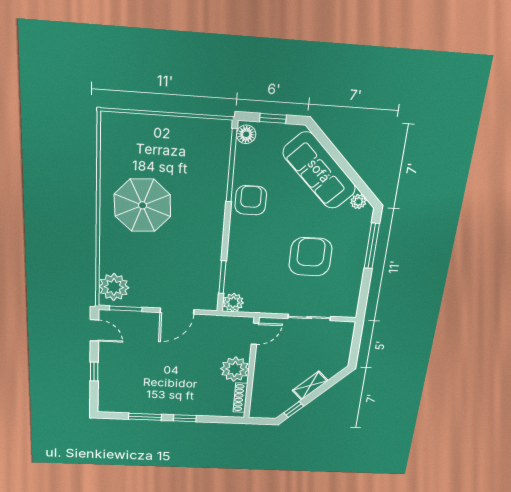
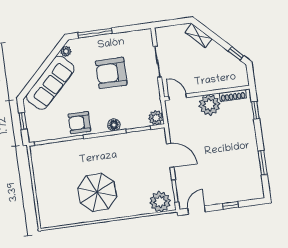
floor lamp: (246, 134) -> (114, 125), moved
shelving: (310, 386) -> (199, 36), moved
window: (185, 418) -> (255, 110), moved

